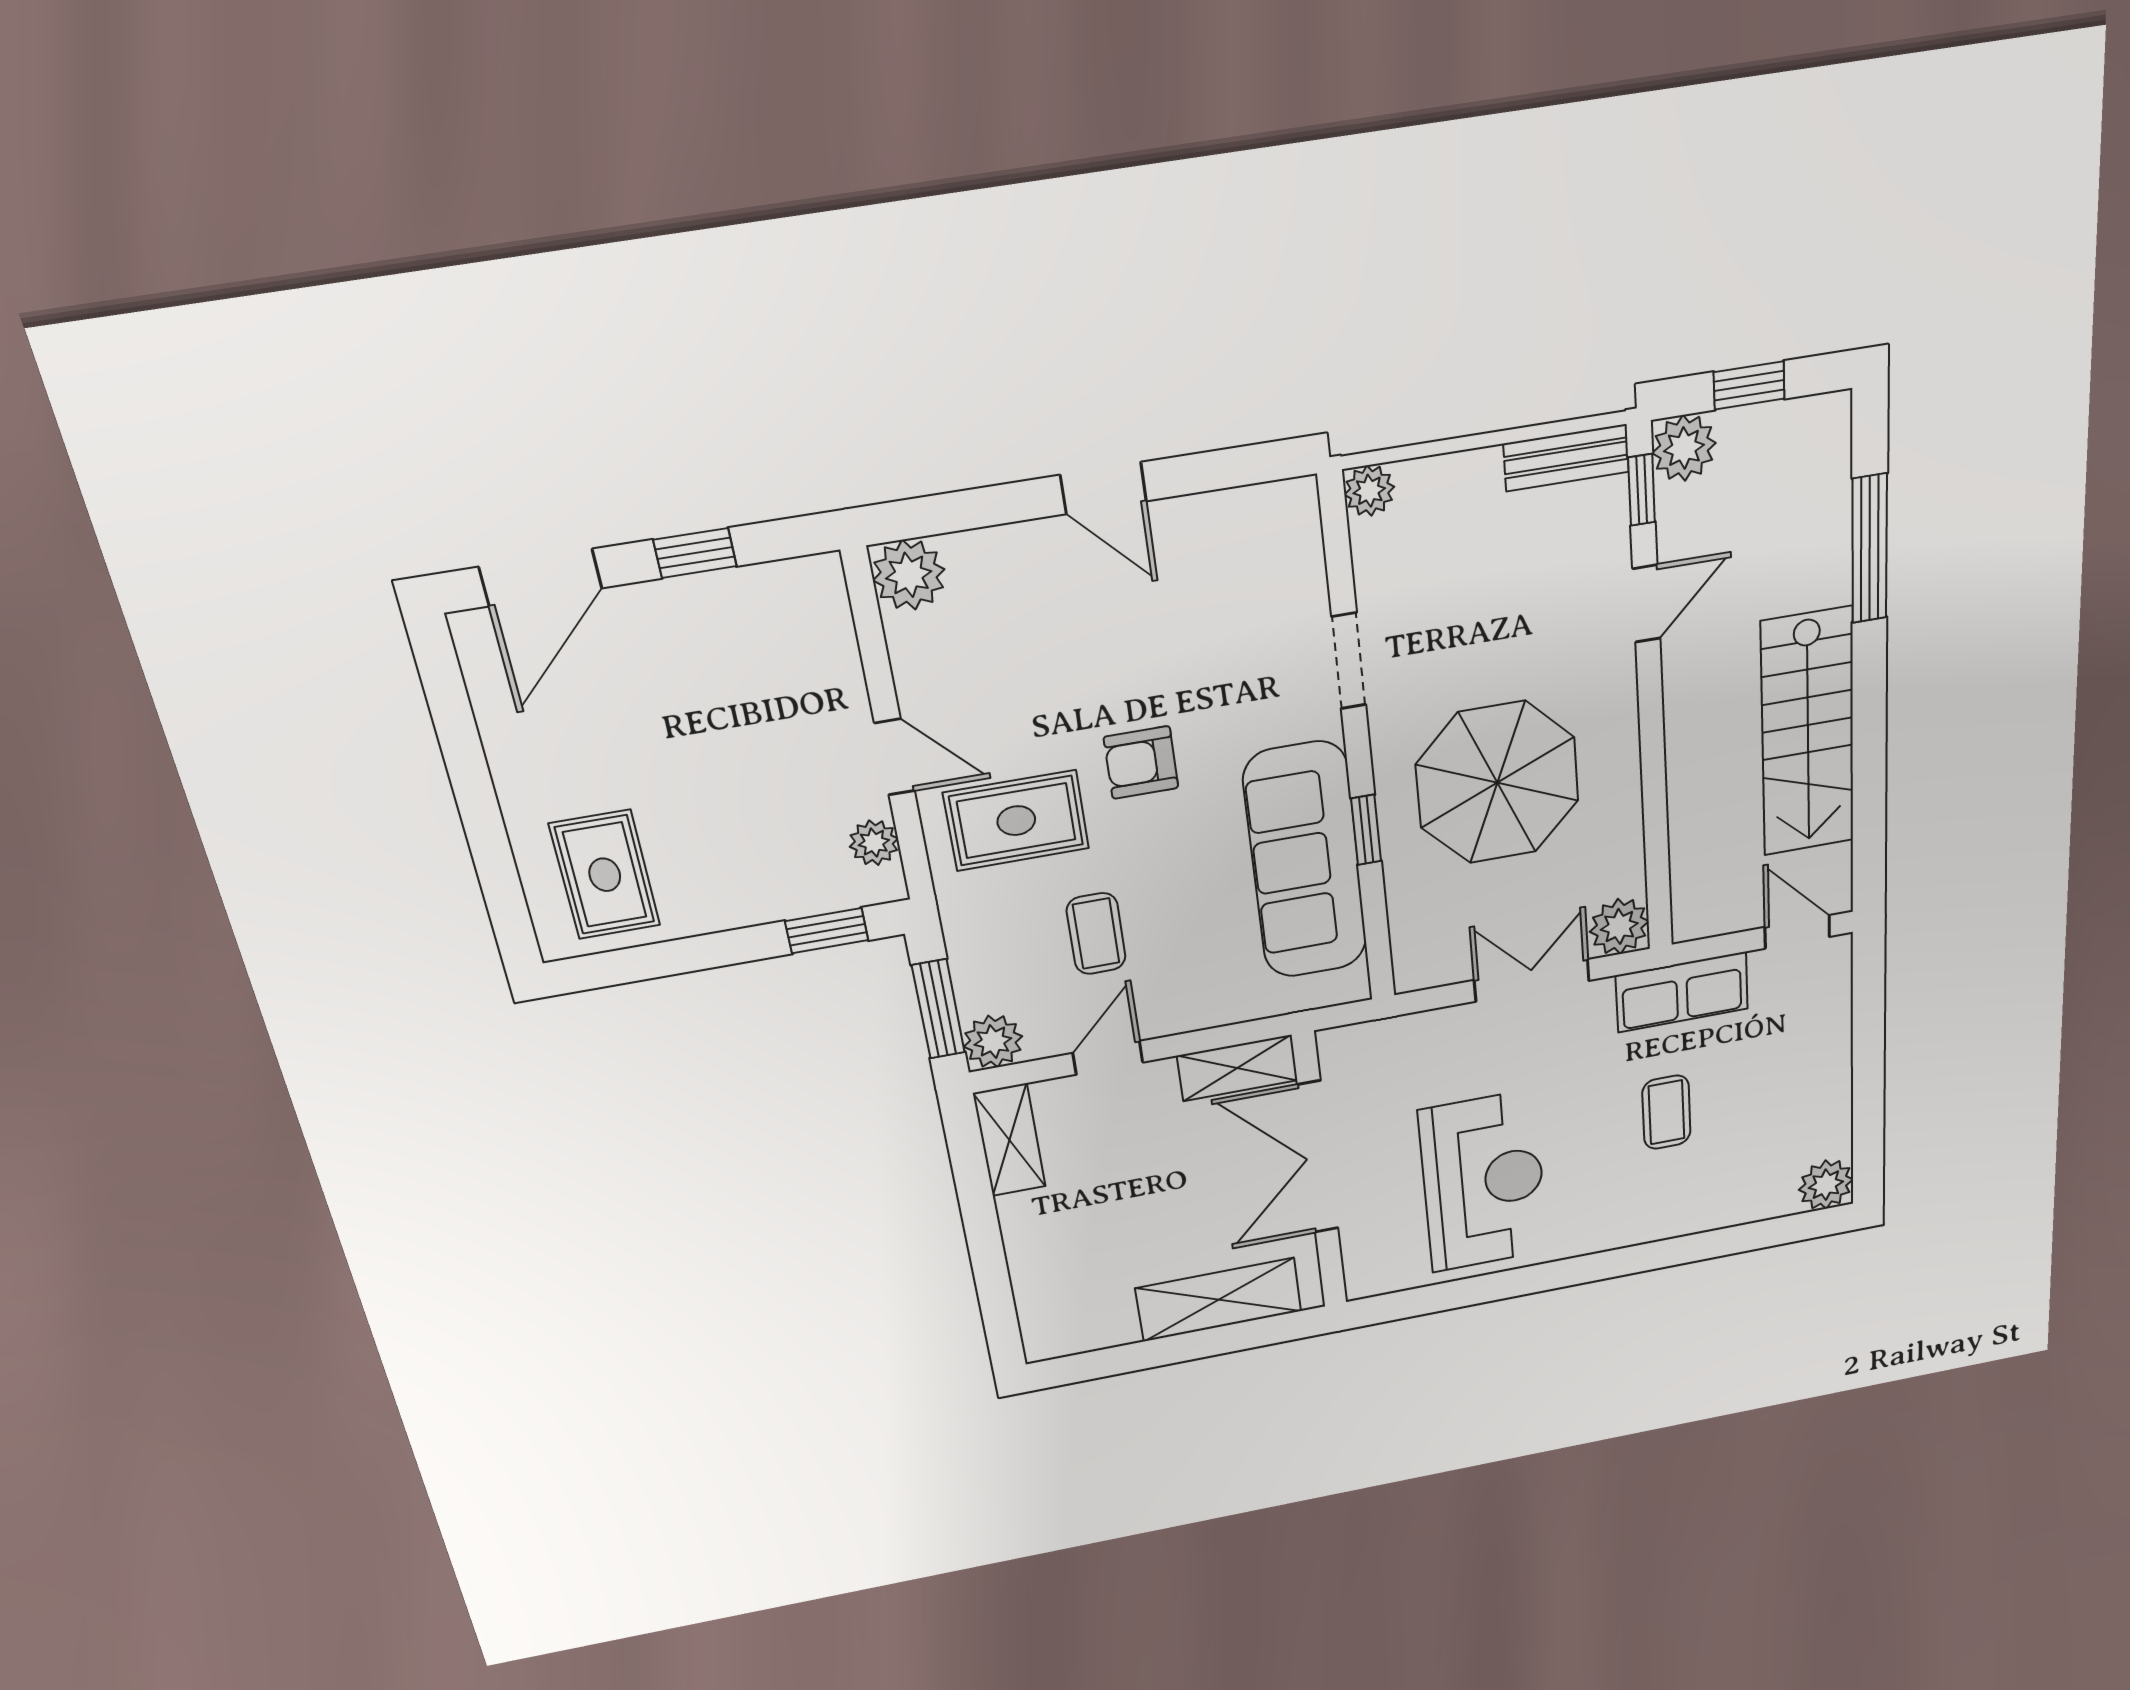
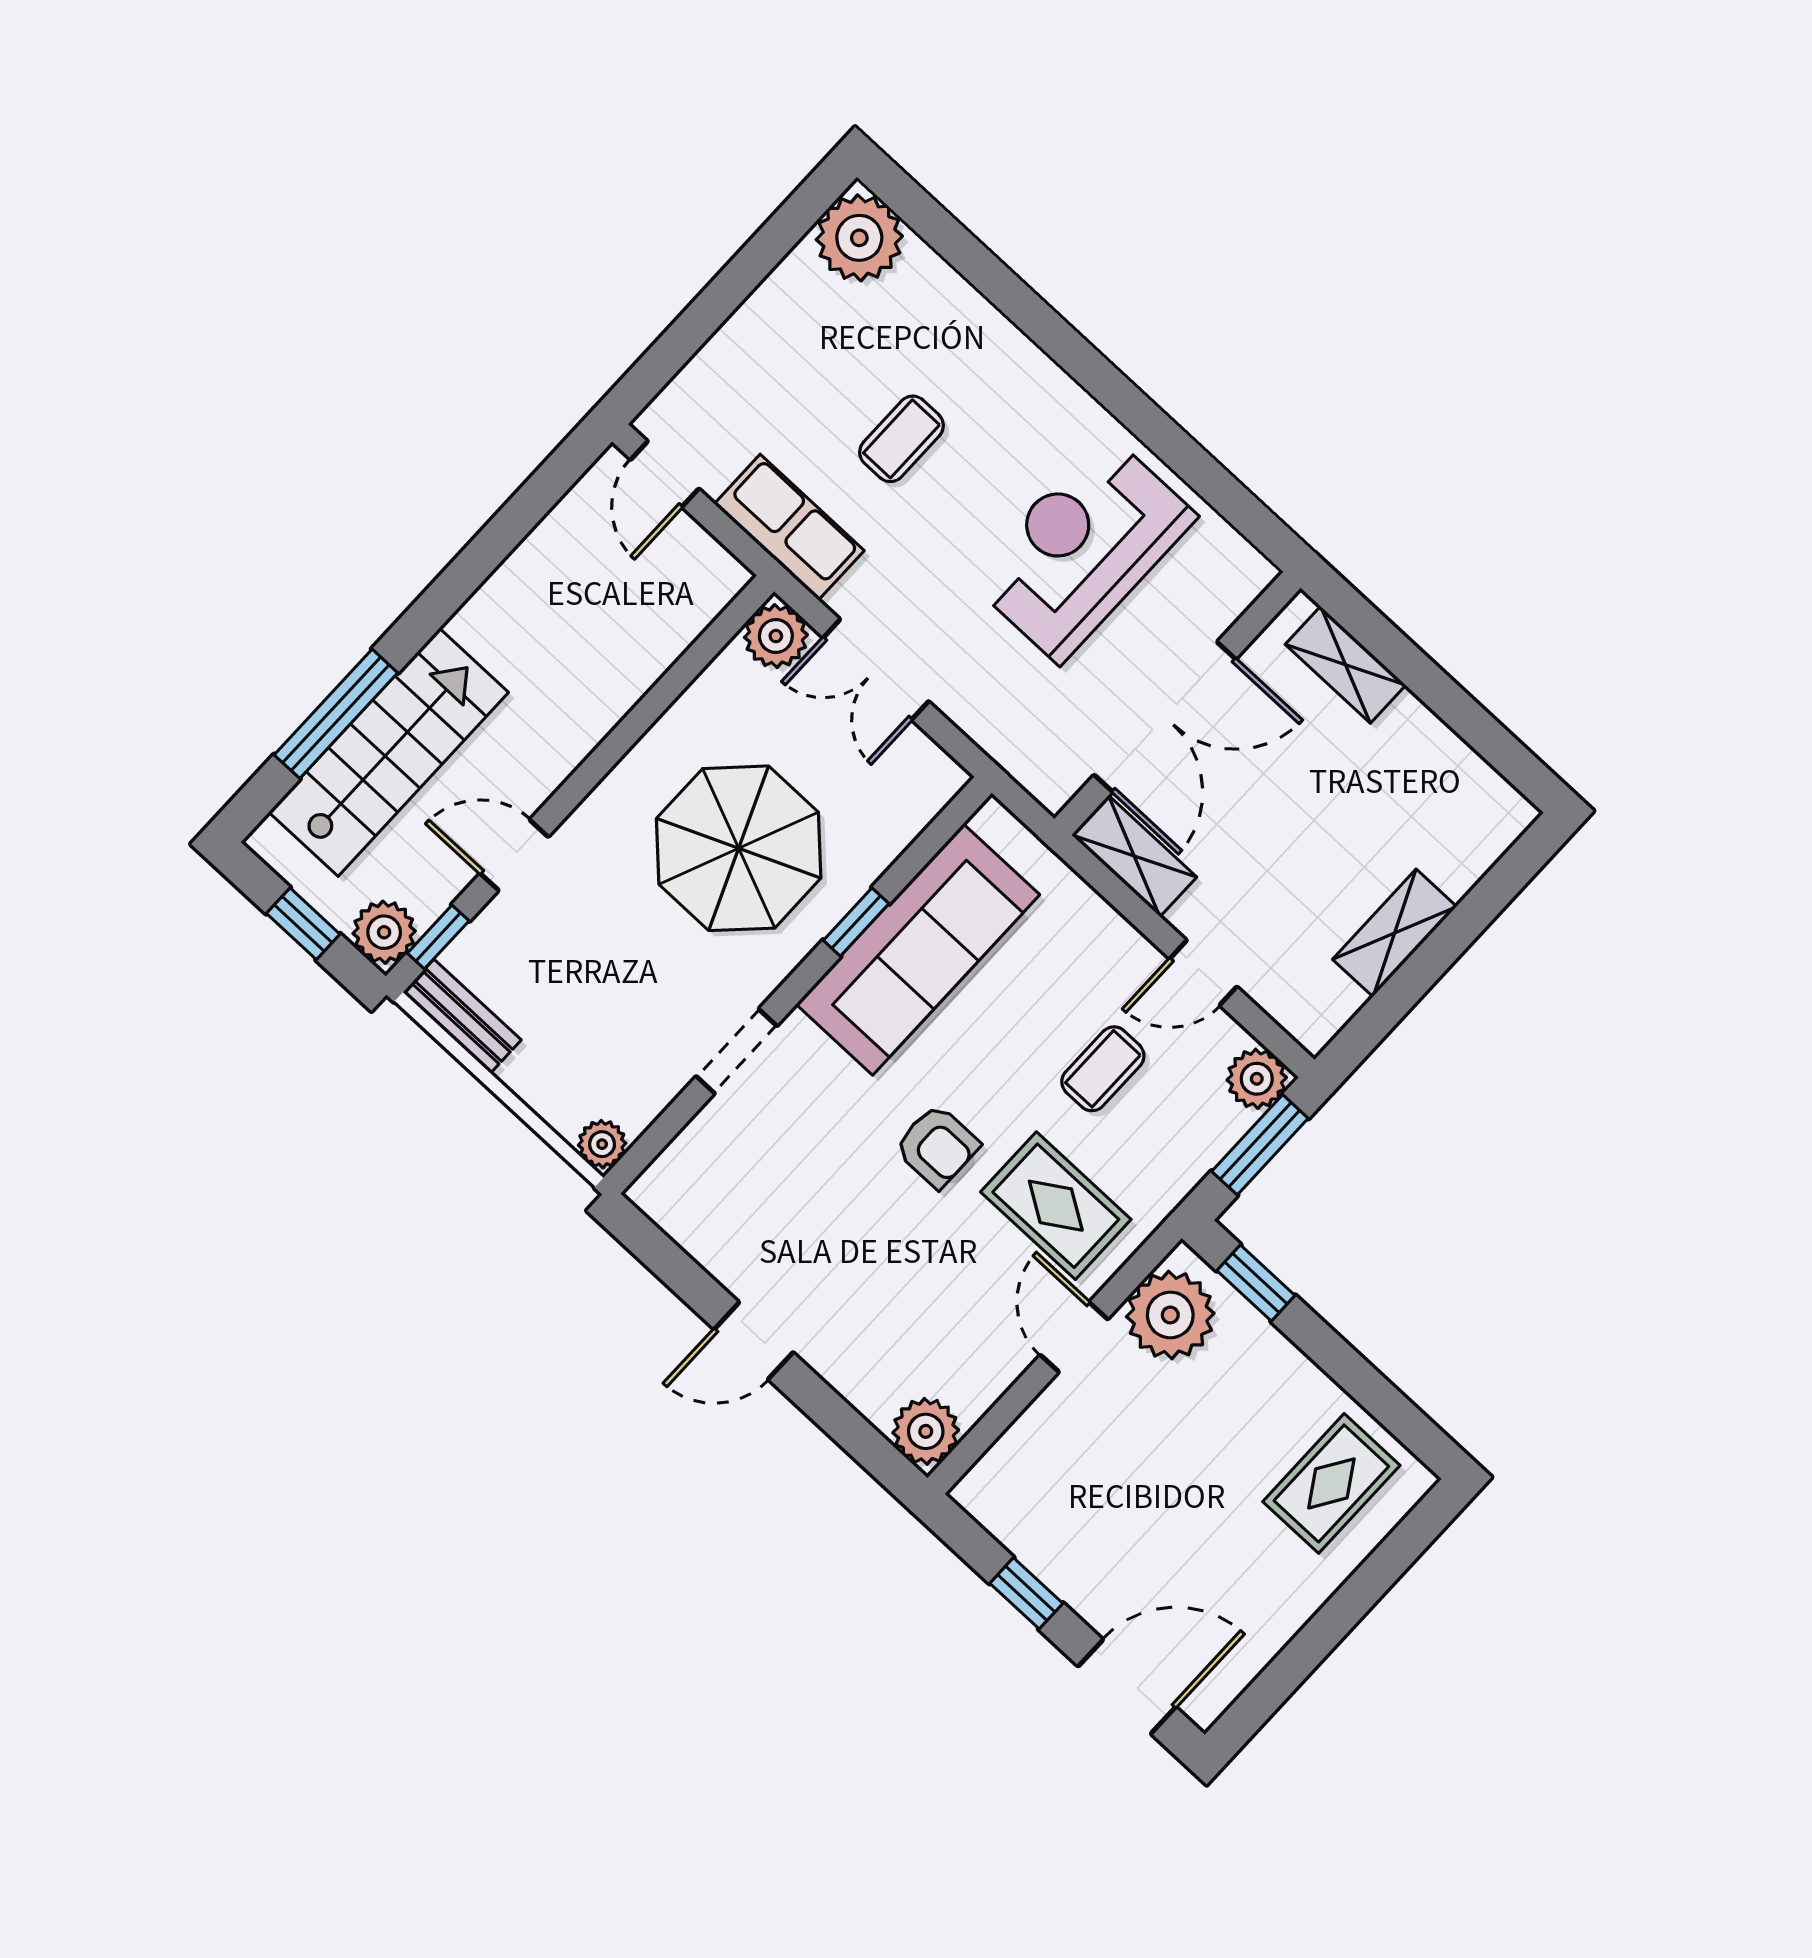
door: (1103, 488) -> (754, 1341), swing flipped
stairs: (1808, 733) -> (389, 752), moved
plant: (874, 843) -> (1170, 1315), width x1.87, depth x1.87
shelving: (1010, 1140) -> (1395, 933), moved
plant: (1826, 1185) -> (859, 238), width x1.36, depth x1.36
shelving: (1219, 1300) -> (1346, 665), width x0.67, depth x0.75

